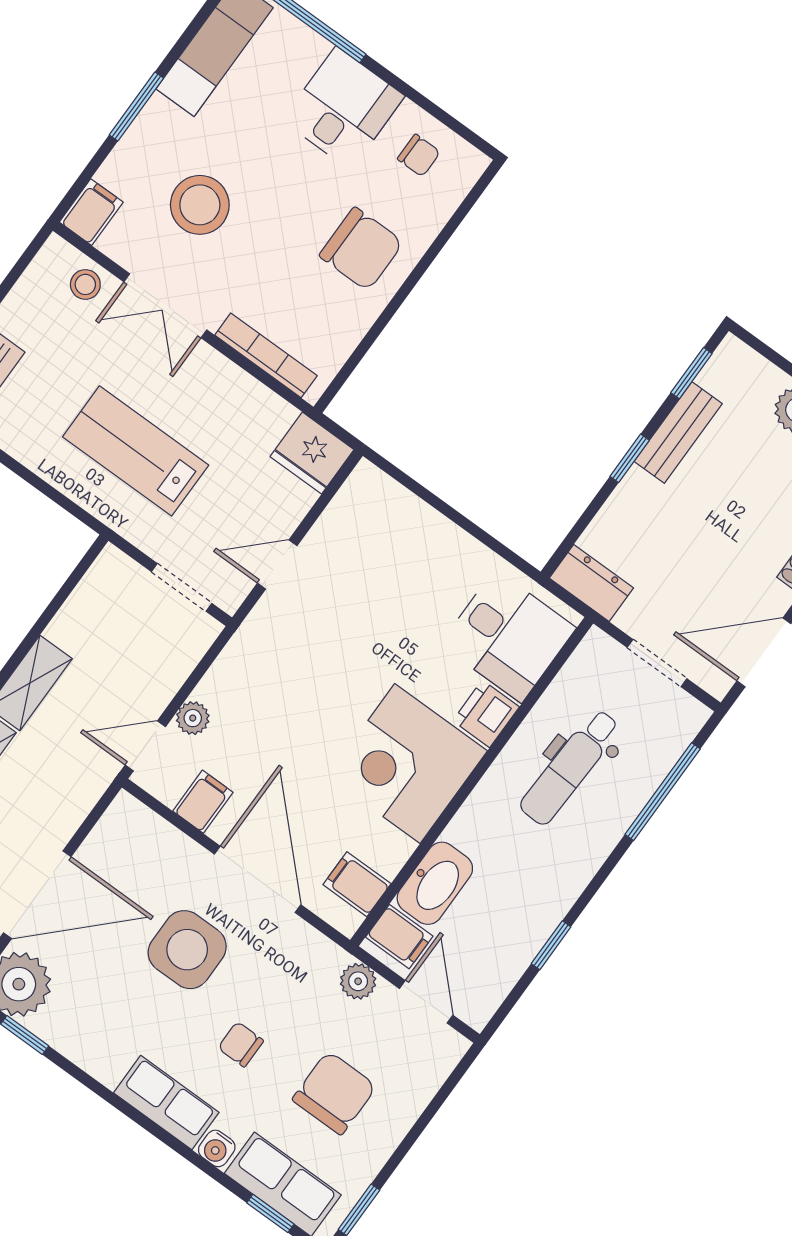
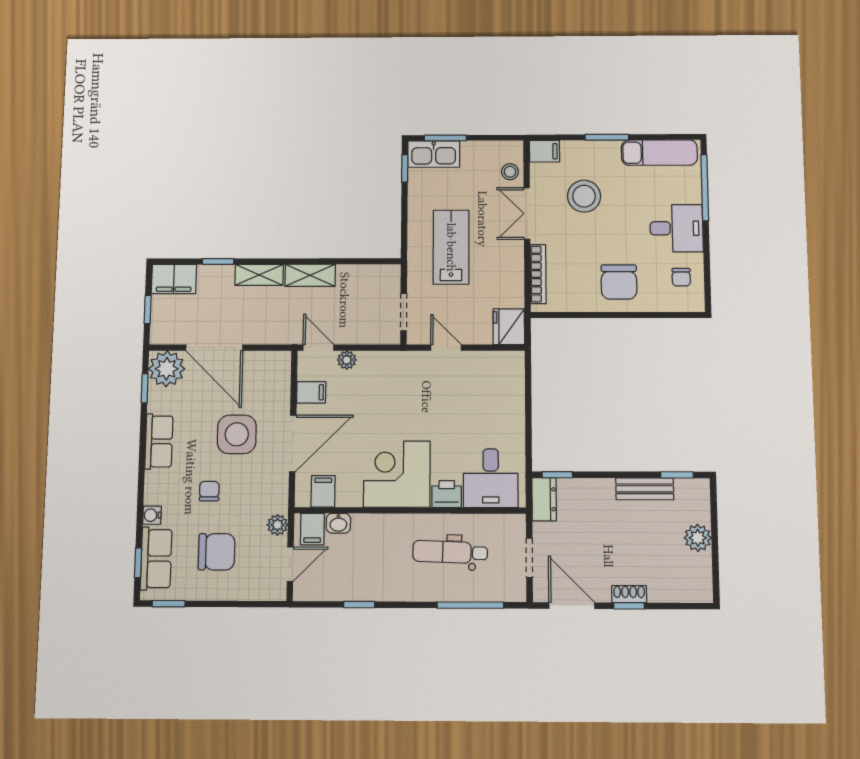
window: (630, 458) -> (557, 475), moved
washbasin: (435, 883) -> (338, 523), width x0.52, depth x0.69
row of seats: (166, 1103) -> (159, 441), moved

